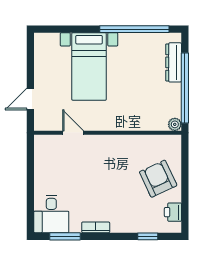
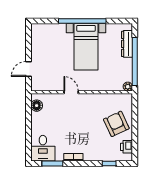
window: (134, 29) -> (82, 21), moved
bed with nightstands: (89, 66) -> (86, 47), moved
door: (73, 133) -> (71, 92), moved
floor lamp: (42, 152) -> (37, 106), added

